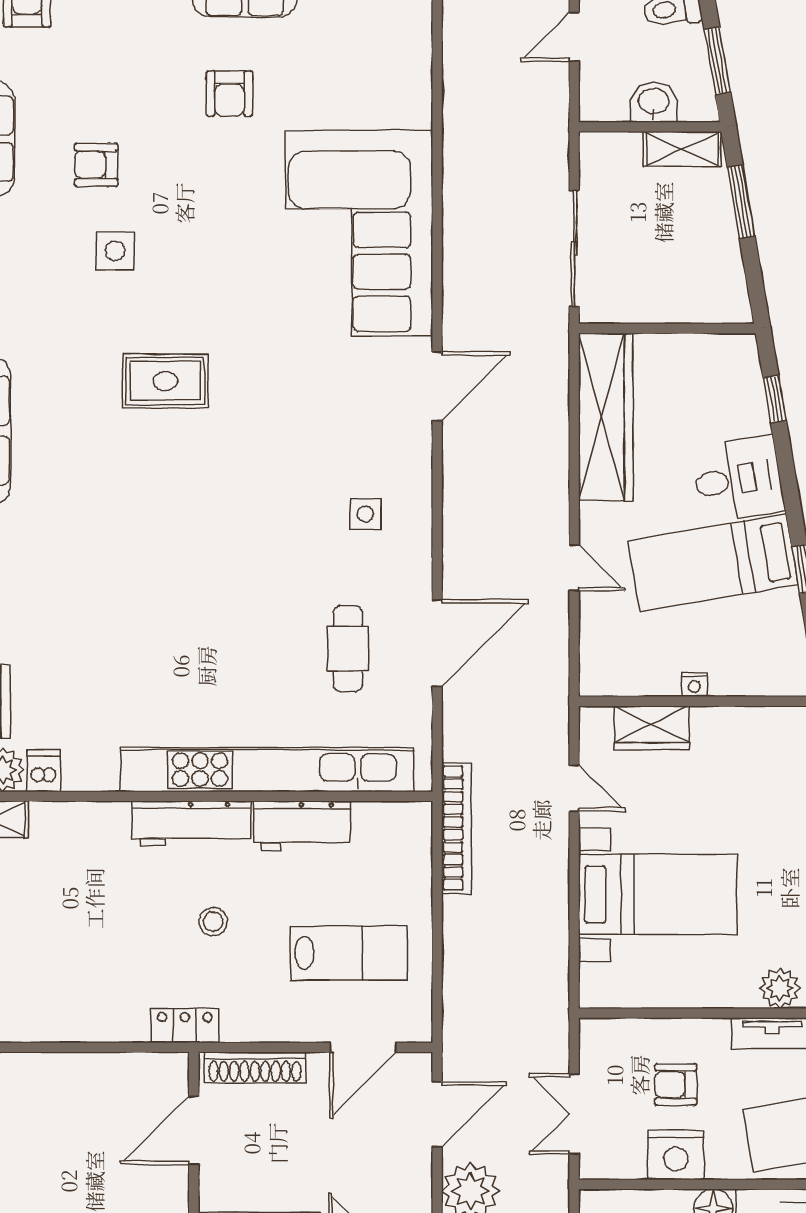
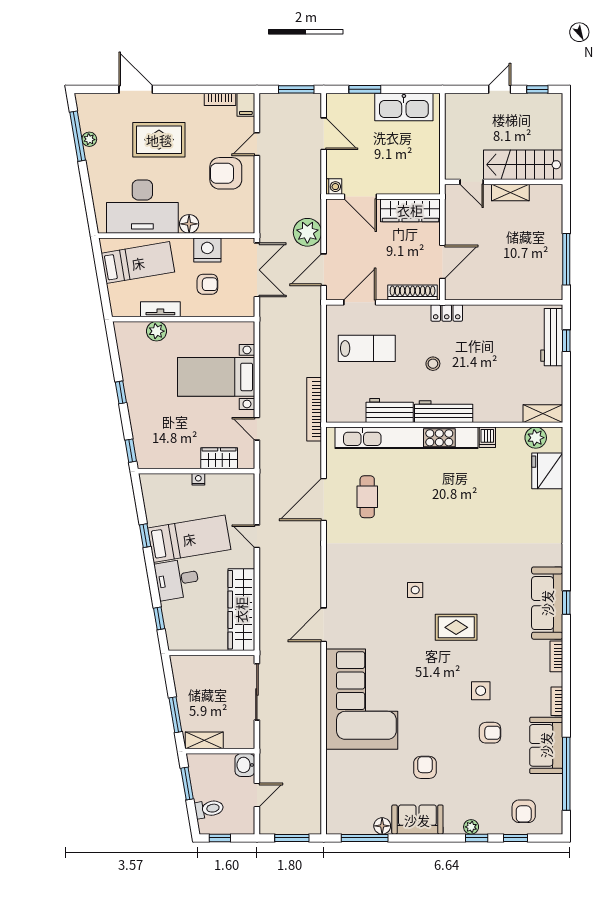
washbasin: (654, 102) -> (245, 765), moved, turned 90
side table: (365, 514) -> (415, 590), moved
dishwasher: (44, 771) -> (487, 437), moved
lab bench: (349, 953) -> (367, 348), turned 180
double door: (574, 1114) -> (257, 270), width x1.37

